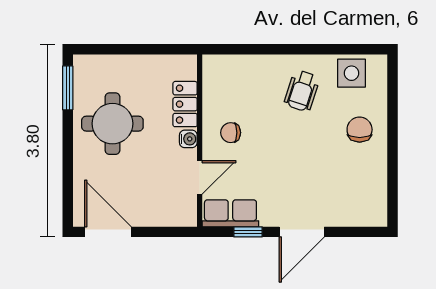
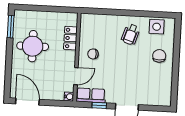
water cooler: (188, 139) -> (69, 97), moved

